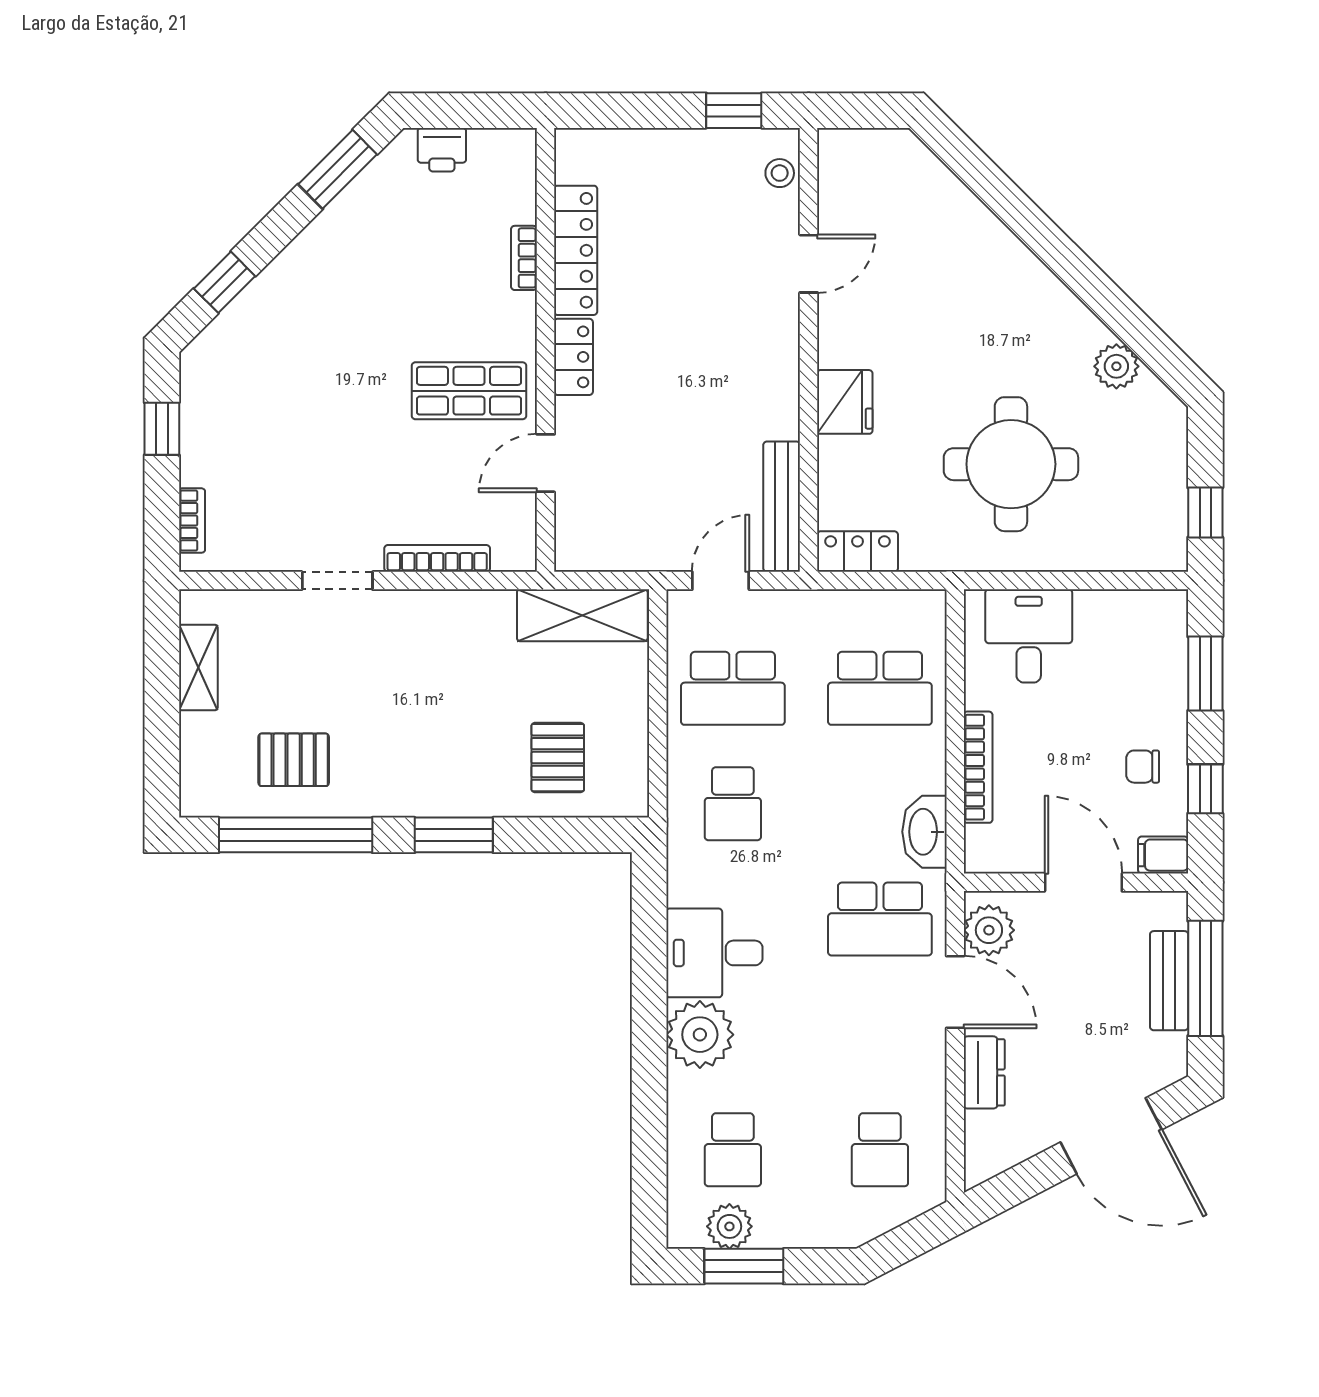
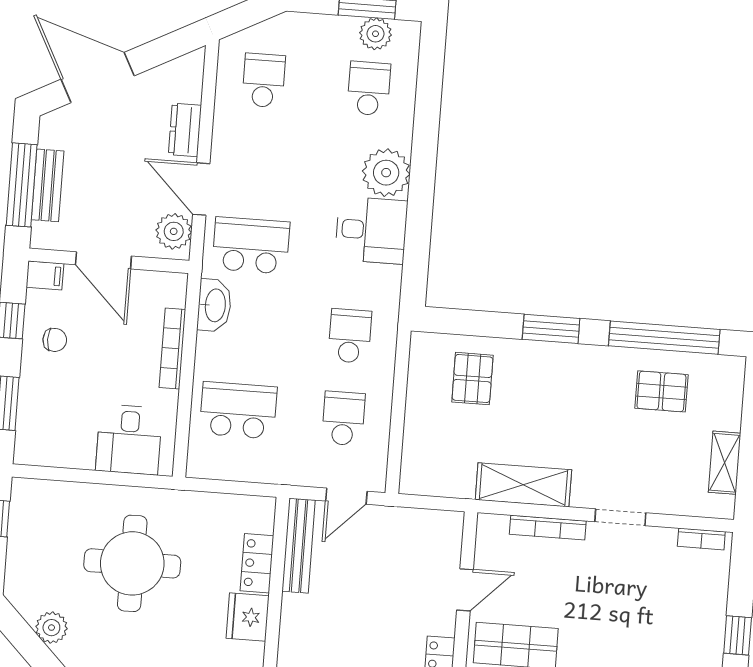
bookcase: (192, 521) -> (701, 539), moved, turned -90
locker: (858, 552) -> (257, 563), moved, turned 90
shelving: (582, 615) -> (523, 485), moved
school desk: (733, 688) -> (343, 418), width x0.54

